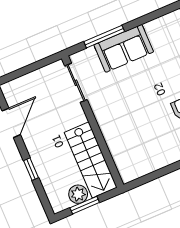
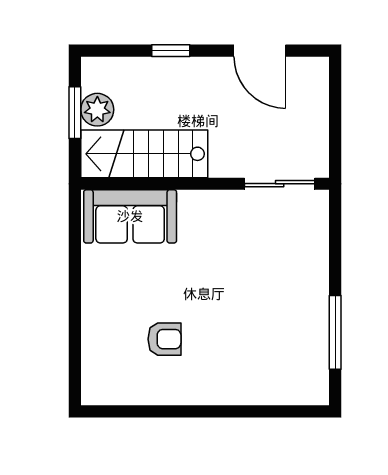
window: (104, 37) -> (335, 332), moved
sofa: (124, 48) -> (130, 216), moved, turned -90

